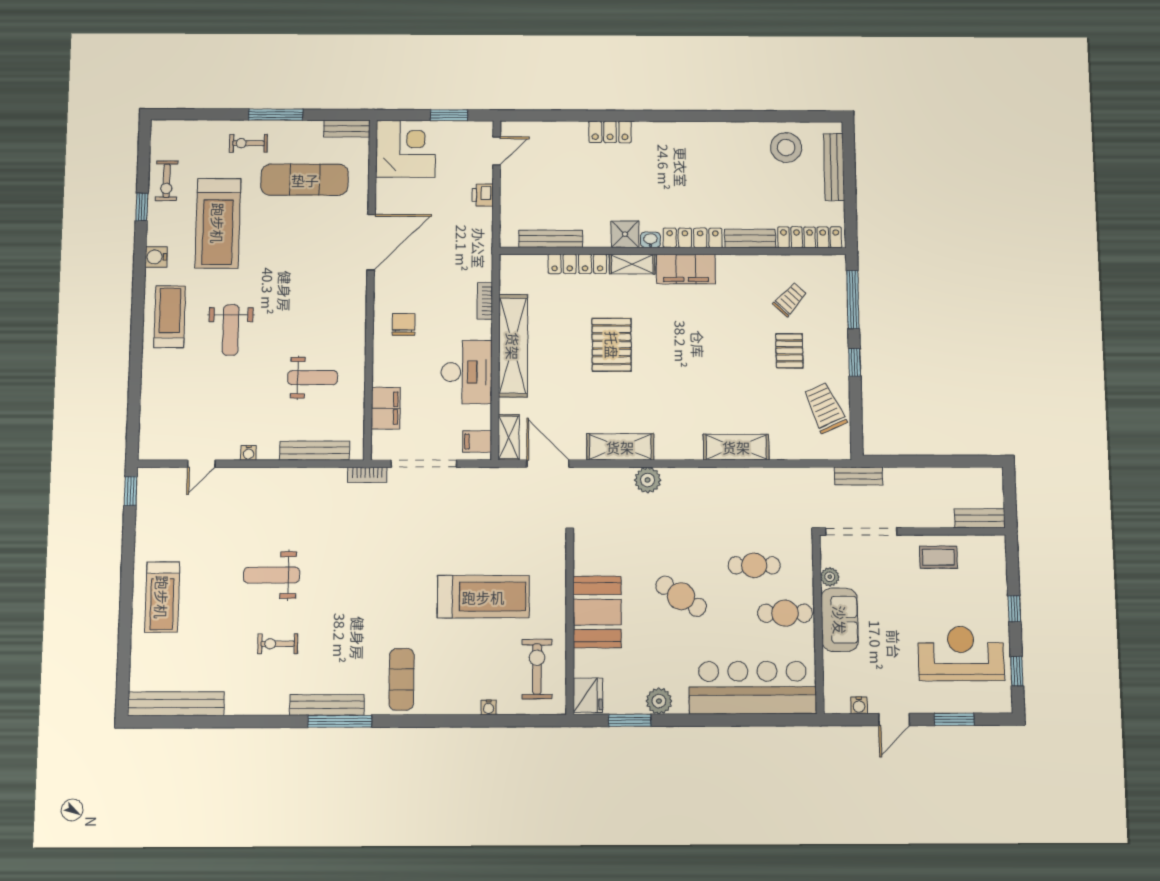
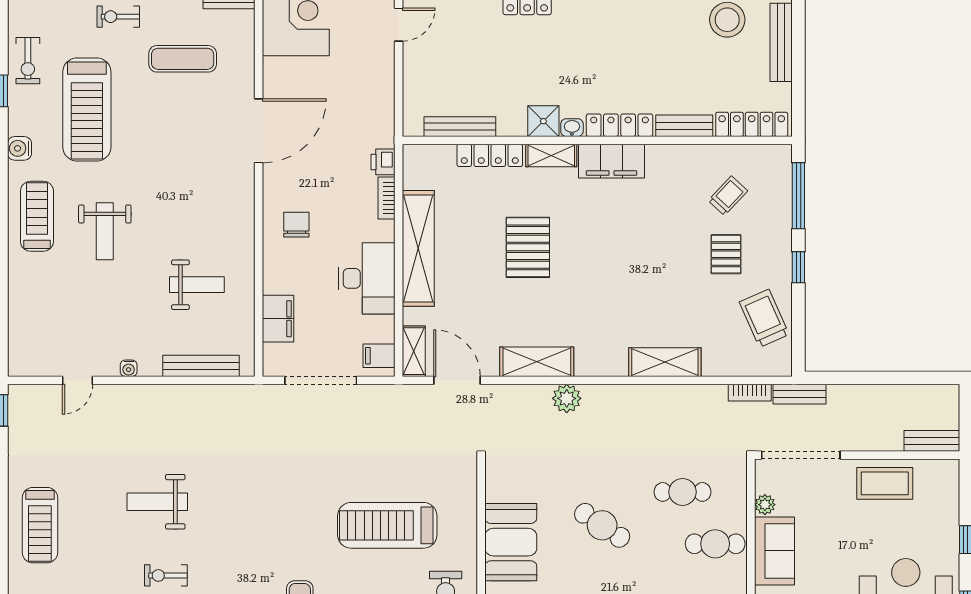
exercise mat: (305, 180) -> (183, 59), width x0.73, depth x0.69
printer: (483, 195) -> (383, 162), moved
bookcase: (367, 475) -> (750, 393), moved
coffee table: (938, 557) -> (885, 483), width x1.36, depth x1.30
treadmill: (483, 597) -> (387, 525), turned 180

